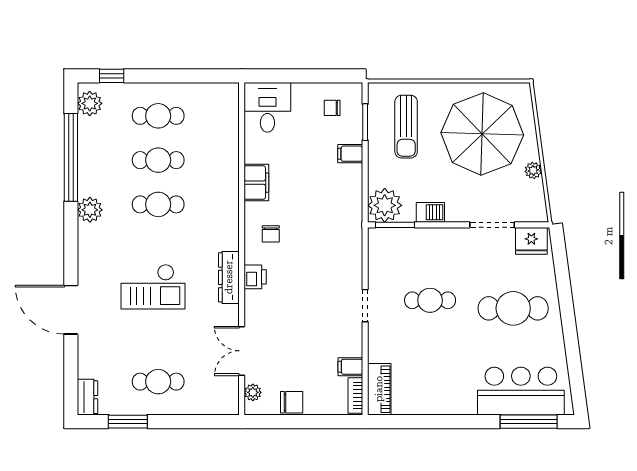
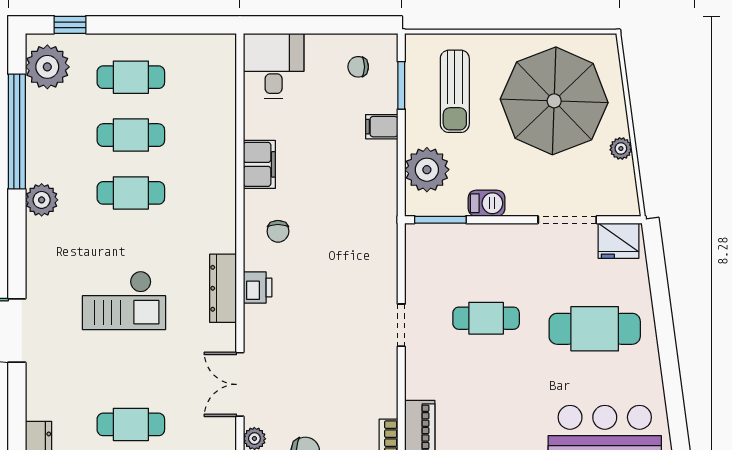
plant: (90, 103) -> (47, 67), width x1.36, depth x1.36
plant: (385, 205) -> (427, 170), moved
filing cabinet: (350, 367) -> (382, 405), removed

